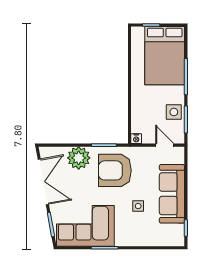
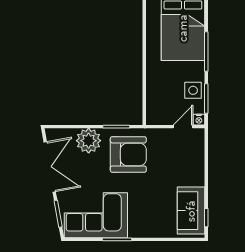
nightstand: (136, 139) -> (199, 120), moved
door: (165, 145) -> (183, 127), hinge flipped
armchair: (115, 170) -> (128, 154), turned 180
sofa: (172, 194) -> (191, 211), moved, width x0.73
side table: (138, 206) -> (154, 194), removed

